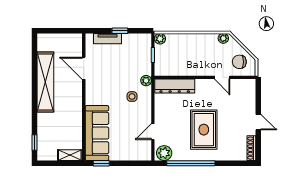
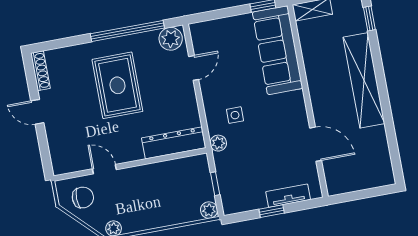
shelving: (45, 82) -> (364, 80), moved

